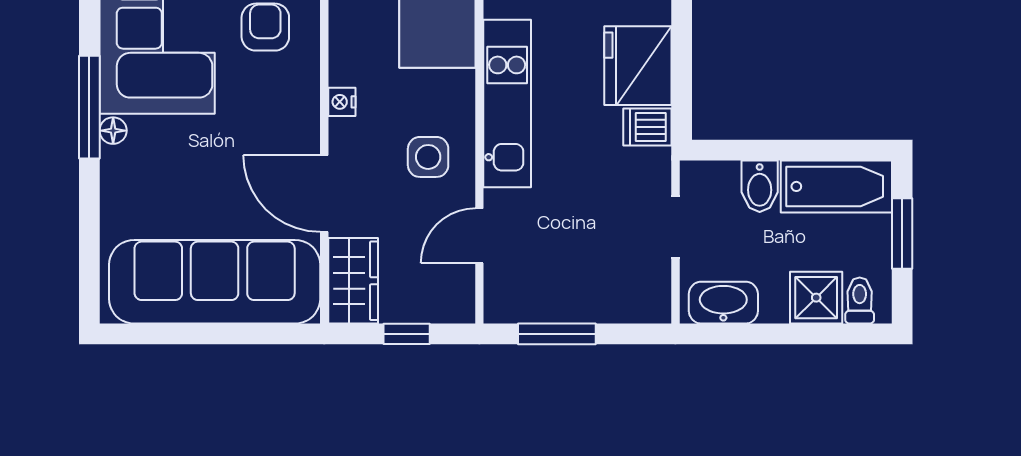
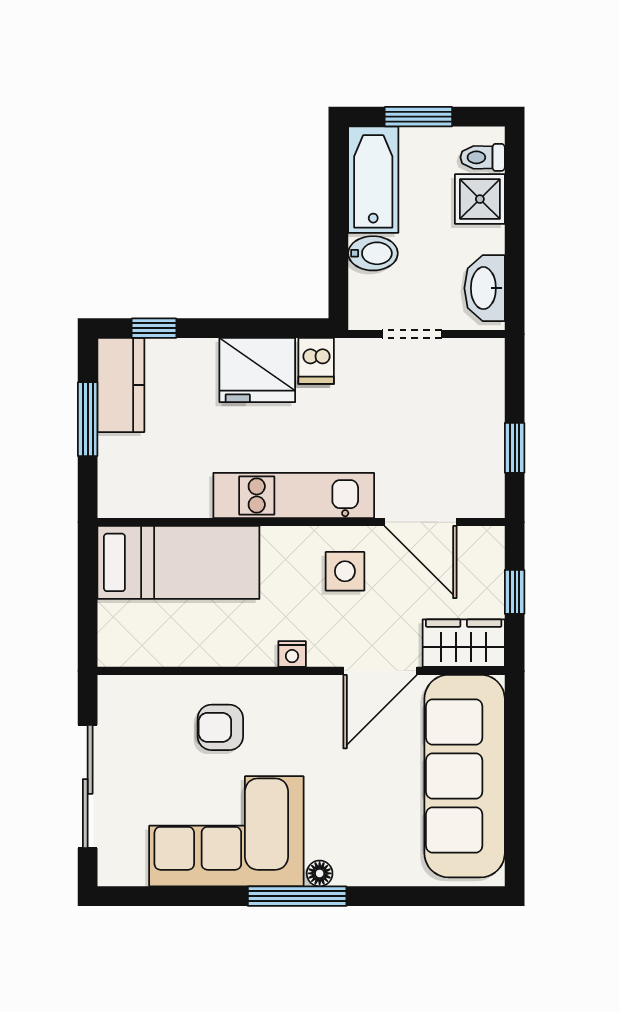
door: (479, 236) -> (421, 522), width x1.38
window: (557, 334) -> (515, 448), width x0.67

